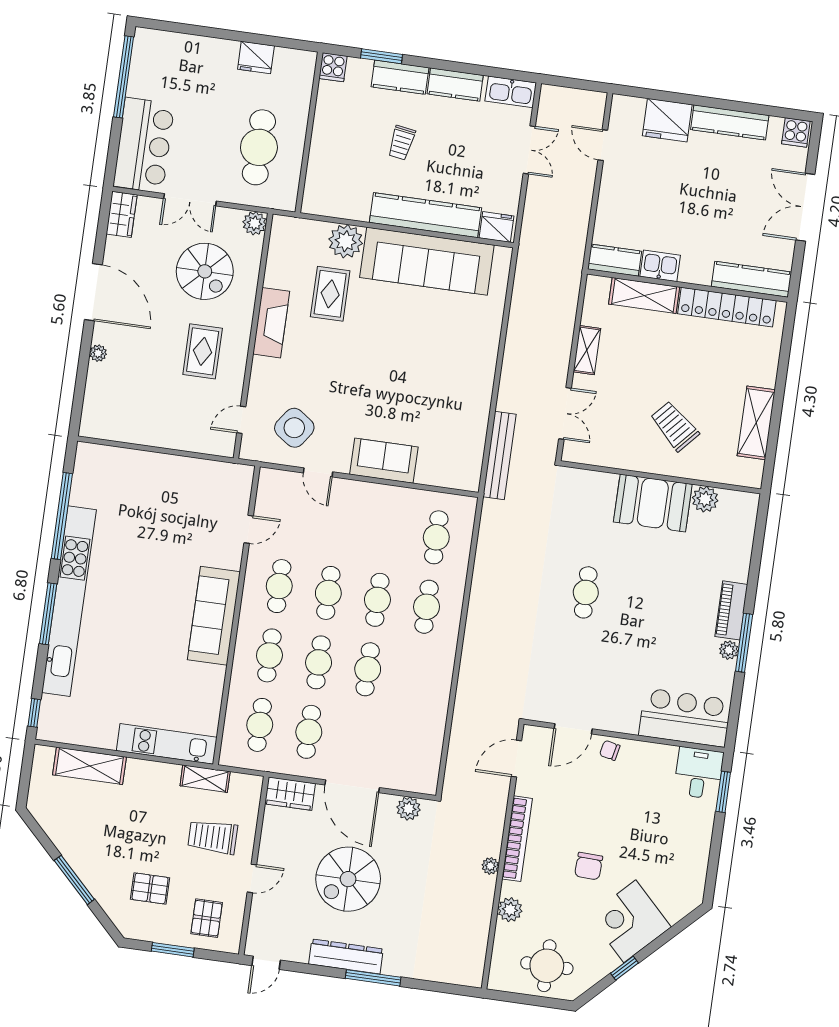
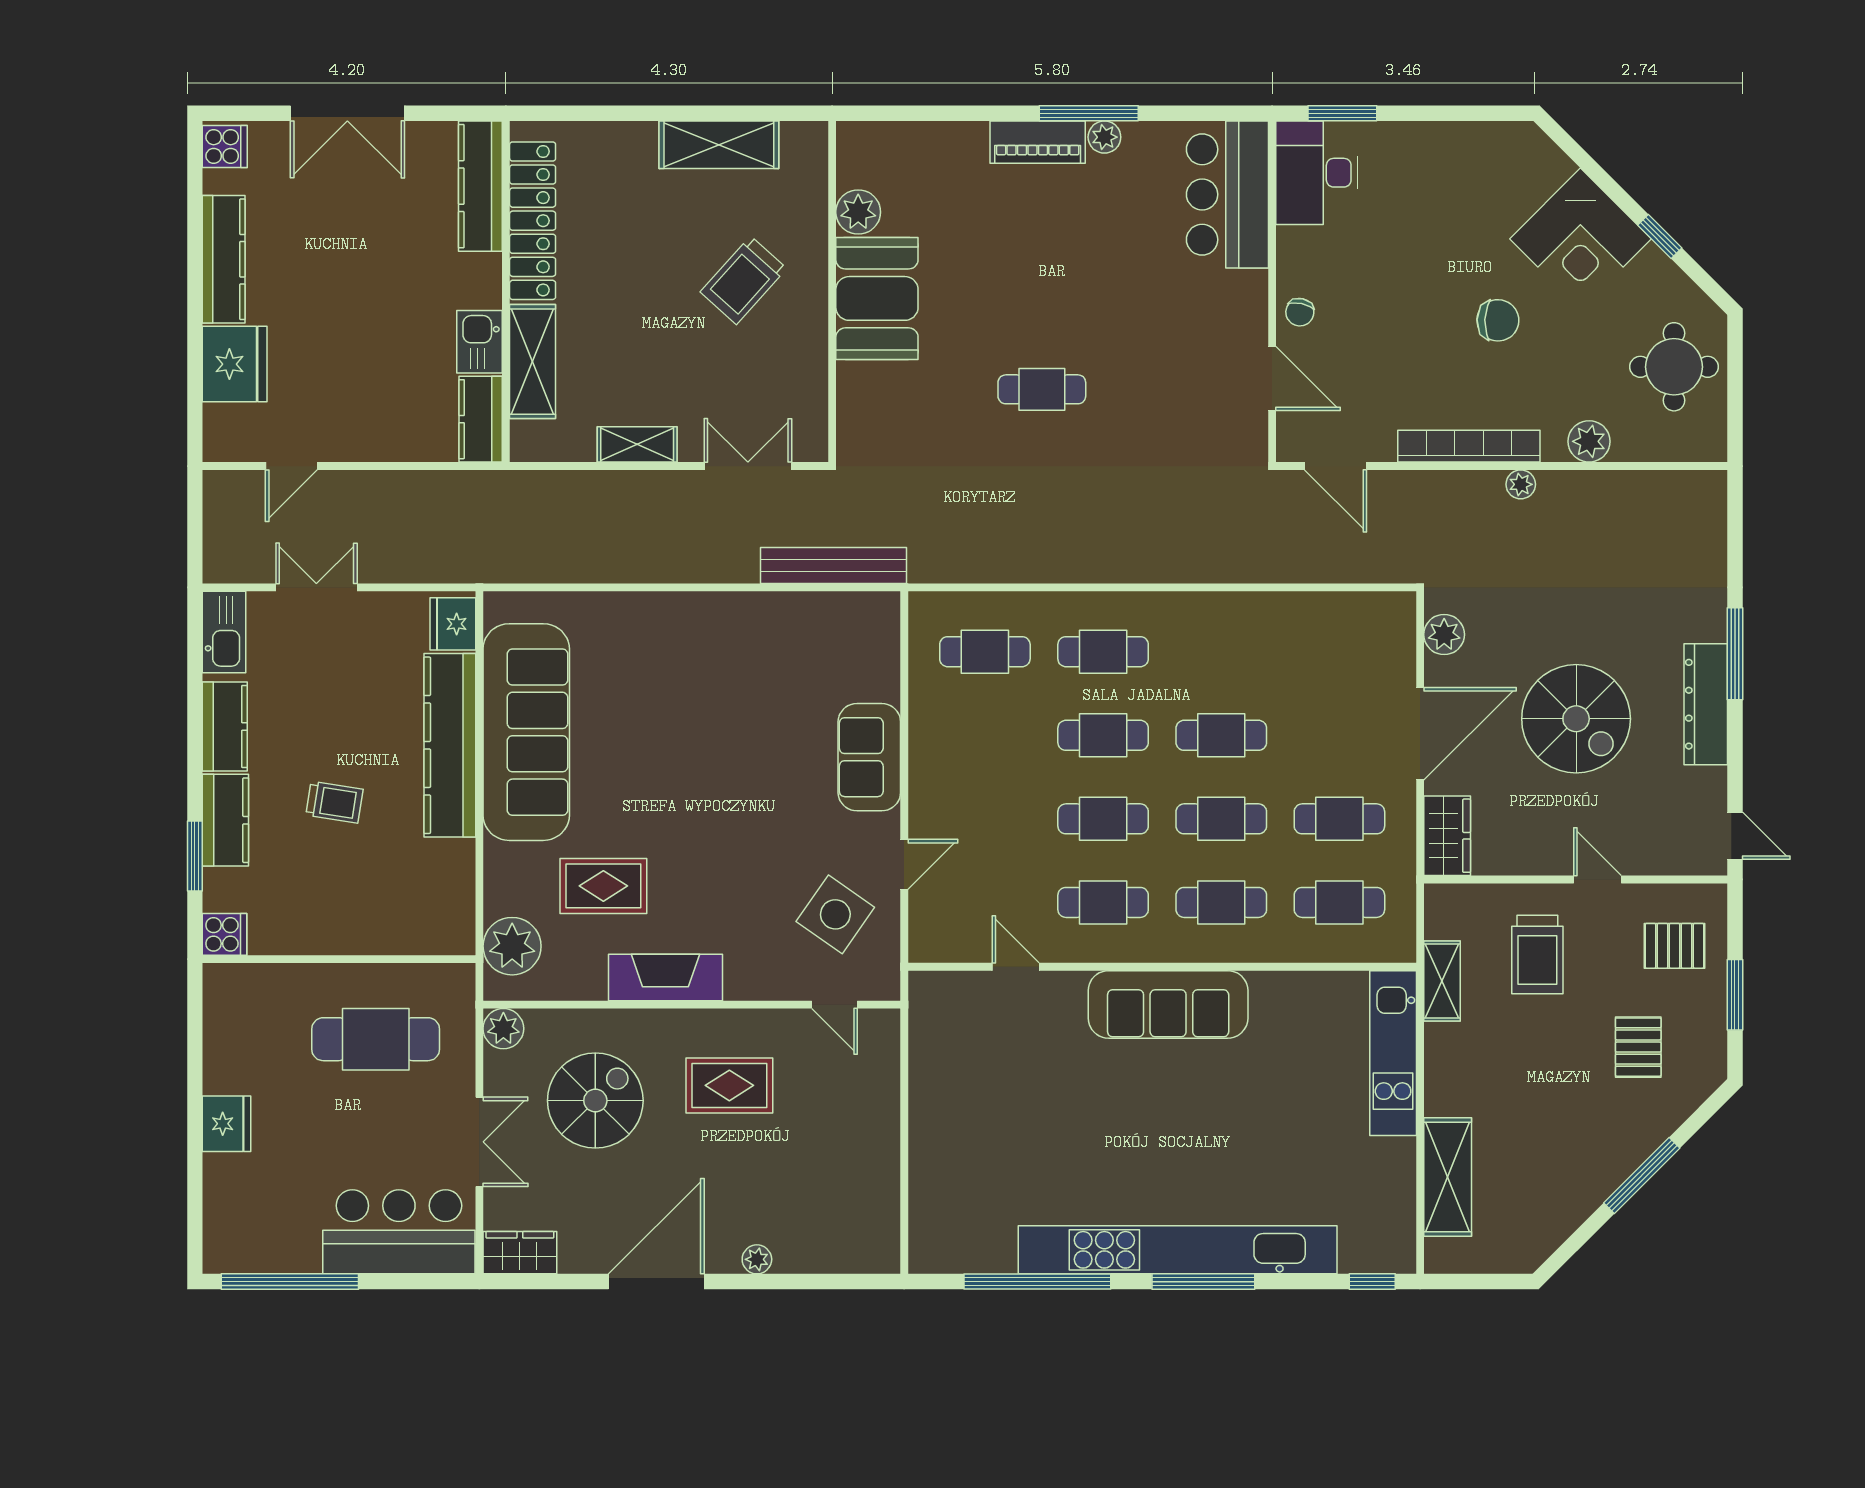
fridge: (256, 58) -> (226, 1124), moved
plant: (346, 241) -> (512, 946), moved
desk: (699, 773) -> (1317, 173), width x1.37

